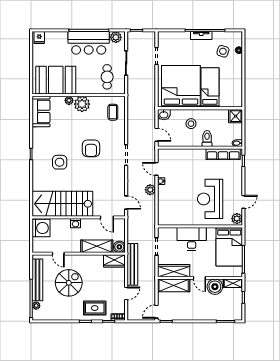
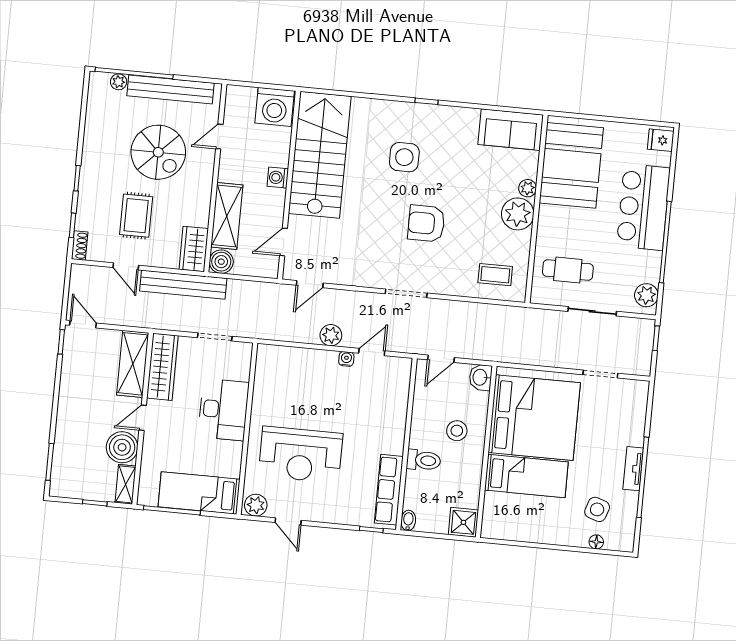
bar counter: (89, 43) -> (643, 207), moved
reception desk: (210, 199) -> (301, 455), turned 180
bed: (229, 247) -> (199, 493), width x0.67
rug: (95, 308) -> (136, 216), moved

